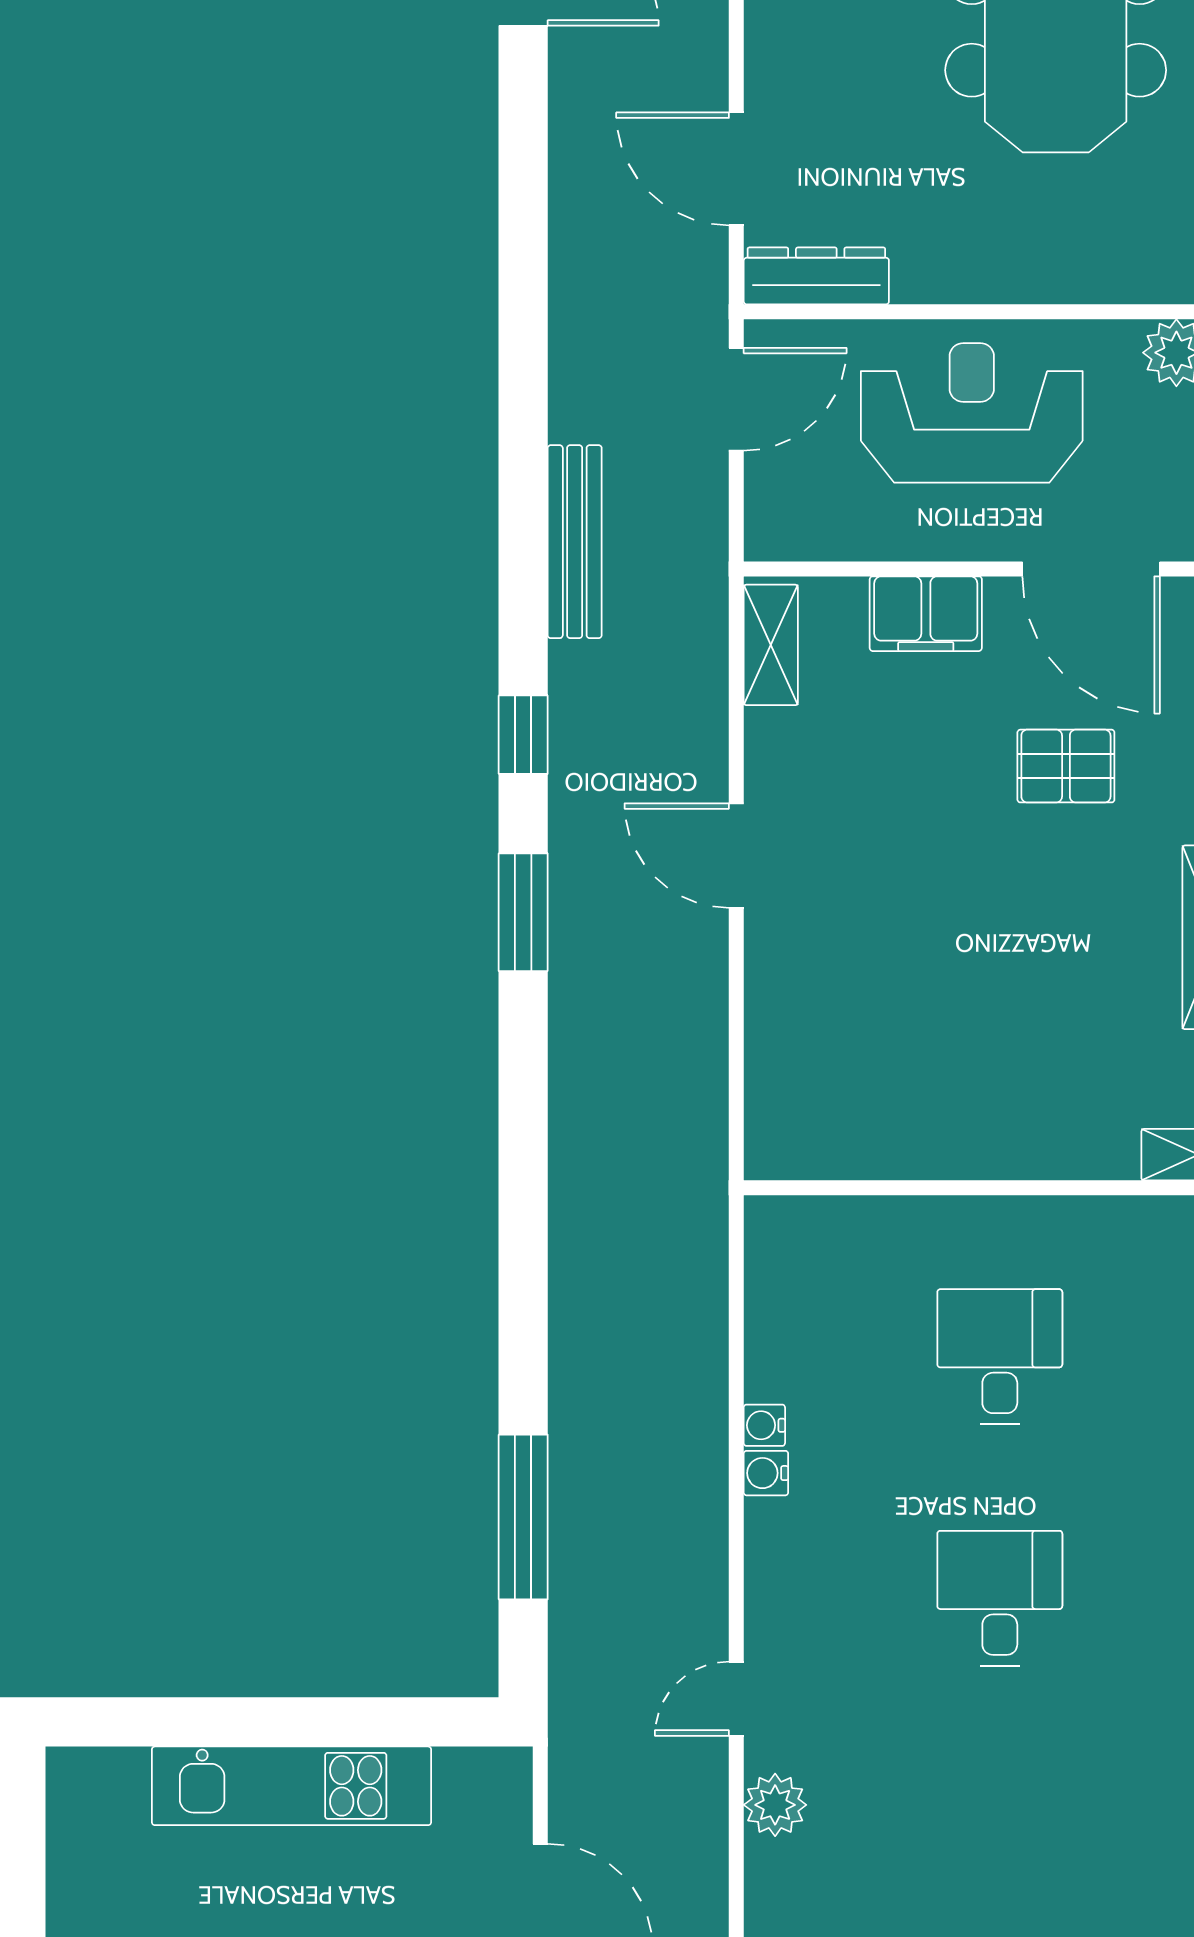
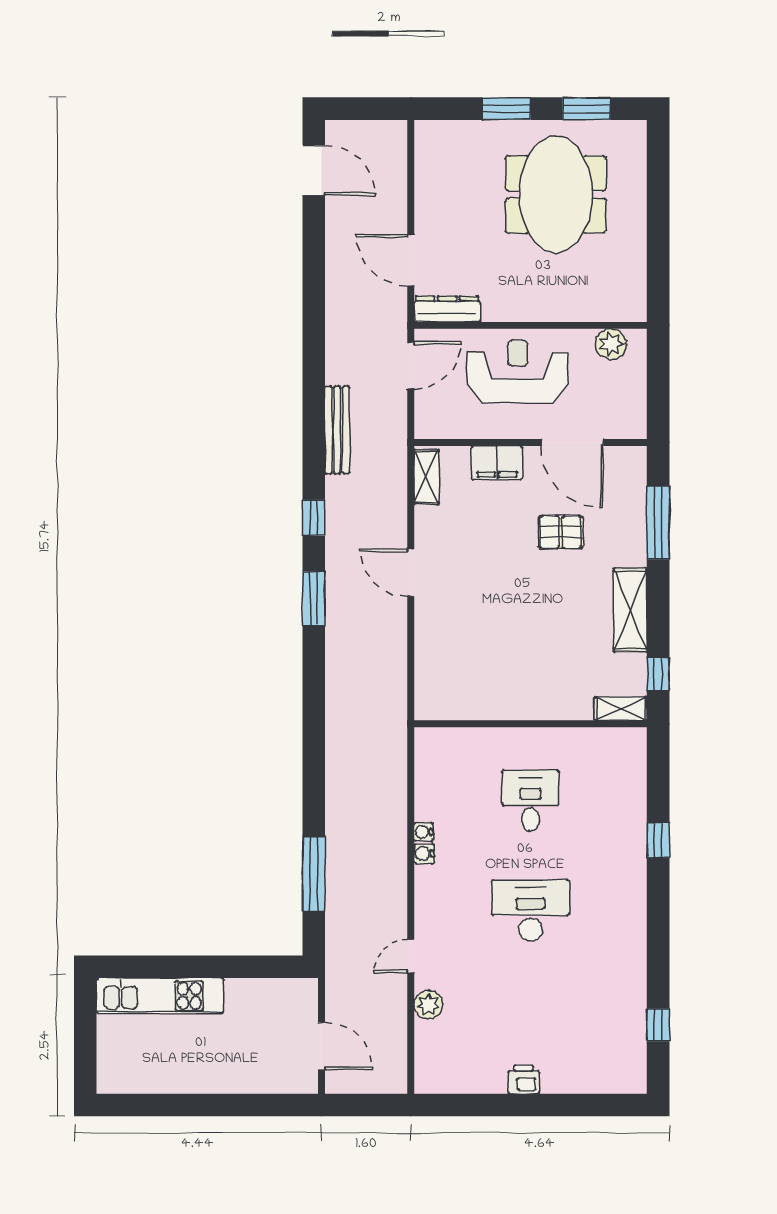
desk: (1000, 1598) -> (531, 910), width x1.37
kitchen unit: (292, 1786) -> (160, 996), moved

